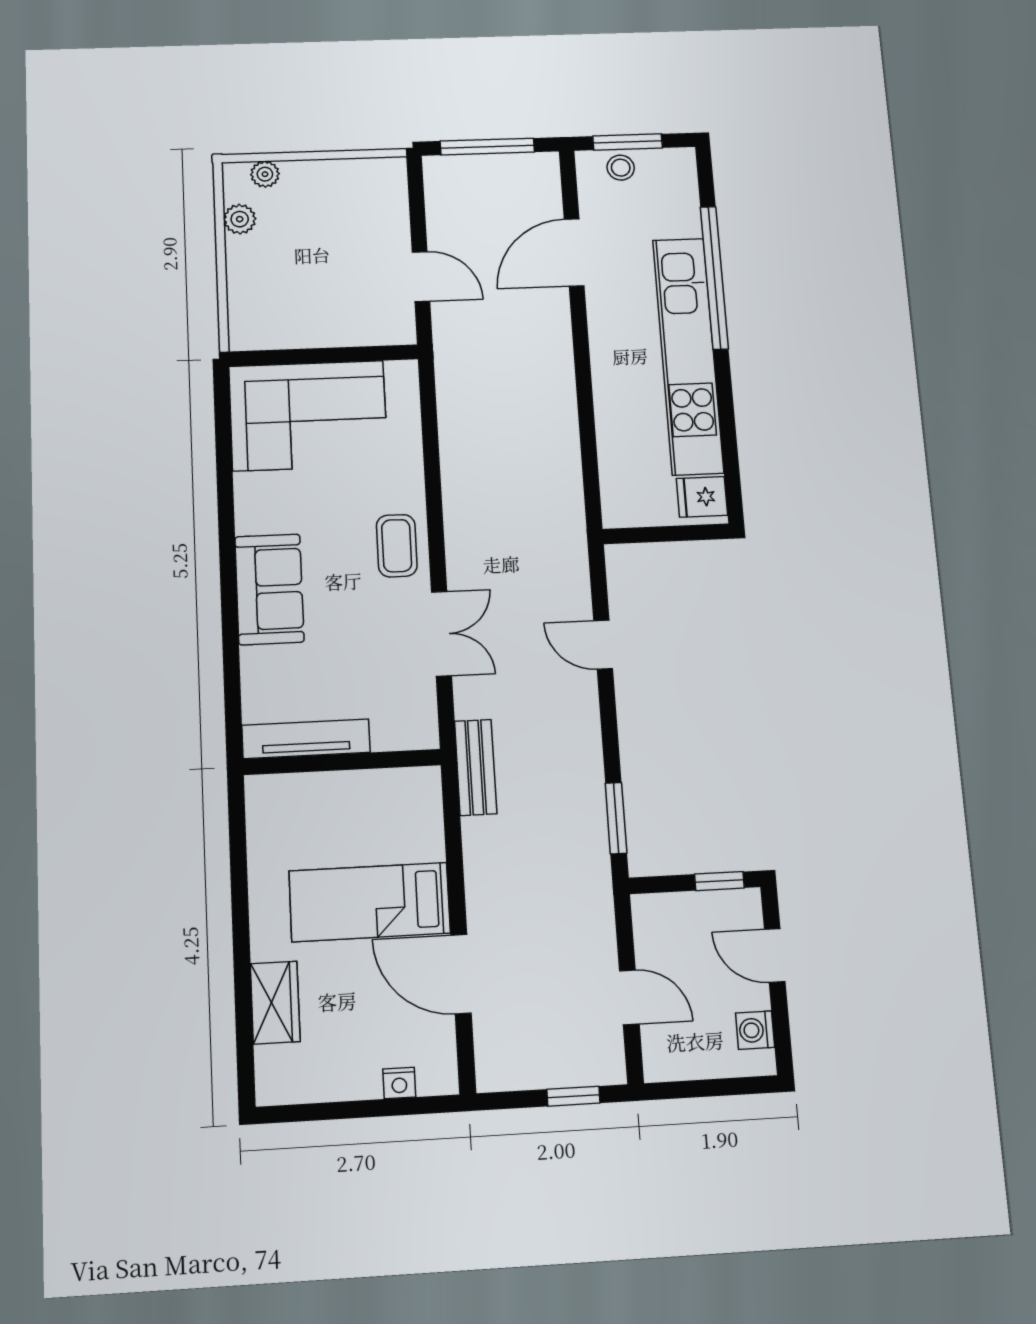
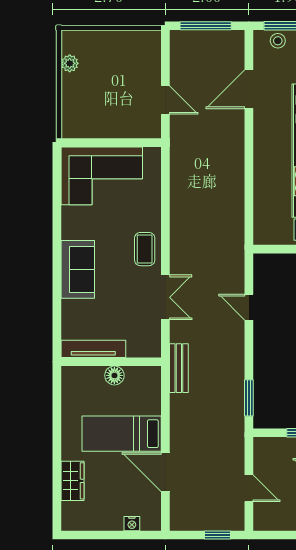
plant: (265, 174) -> (84, 38), removed
floor lamp: (350, 788) -> (114, 375), added

